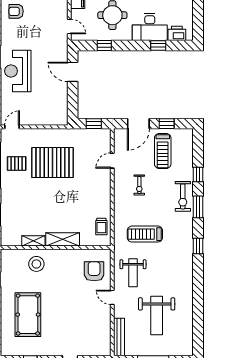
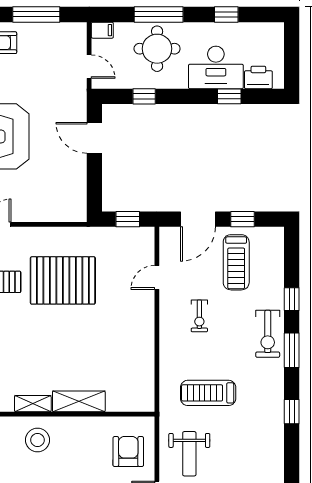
trolley: (101, 226) -> (140, 381), removed

